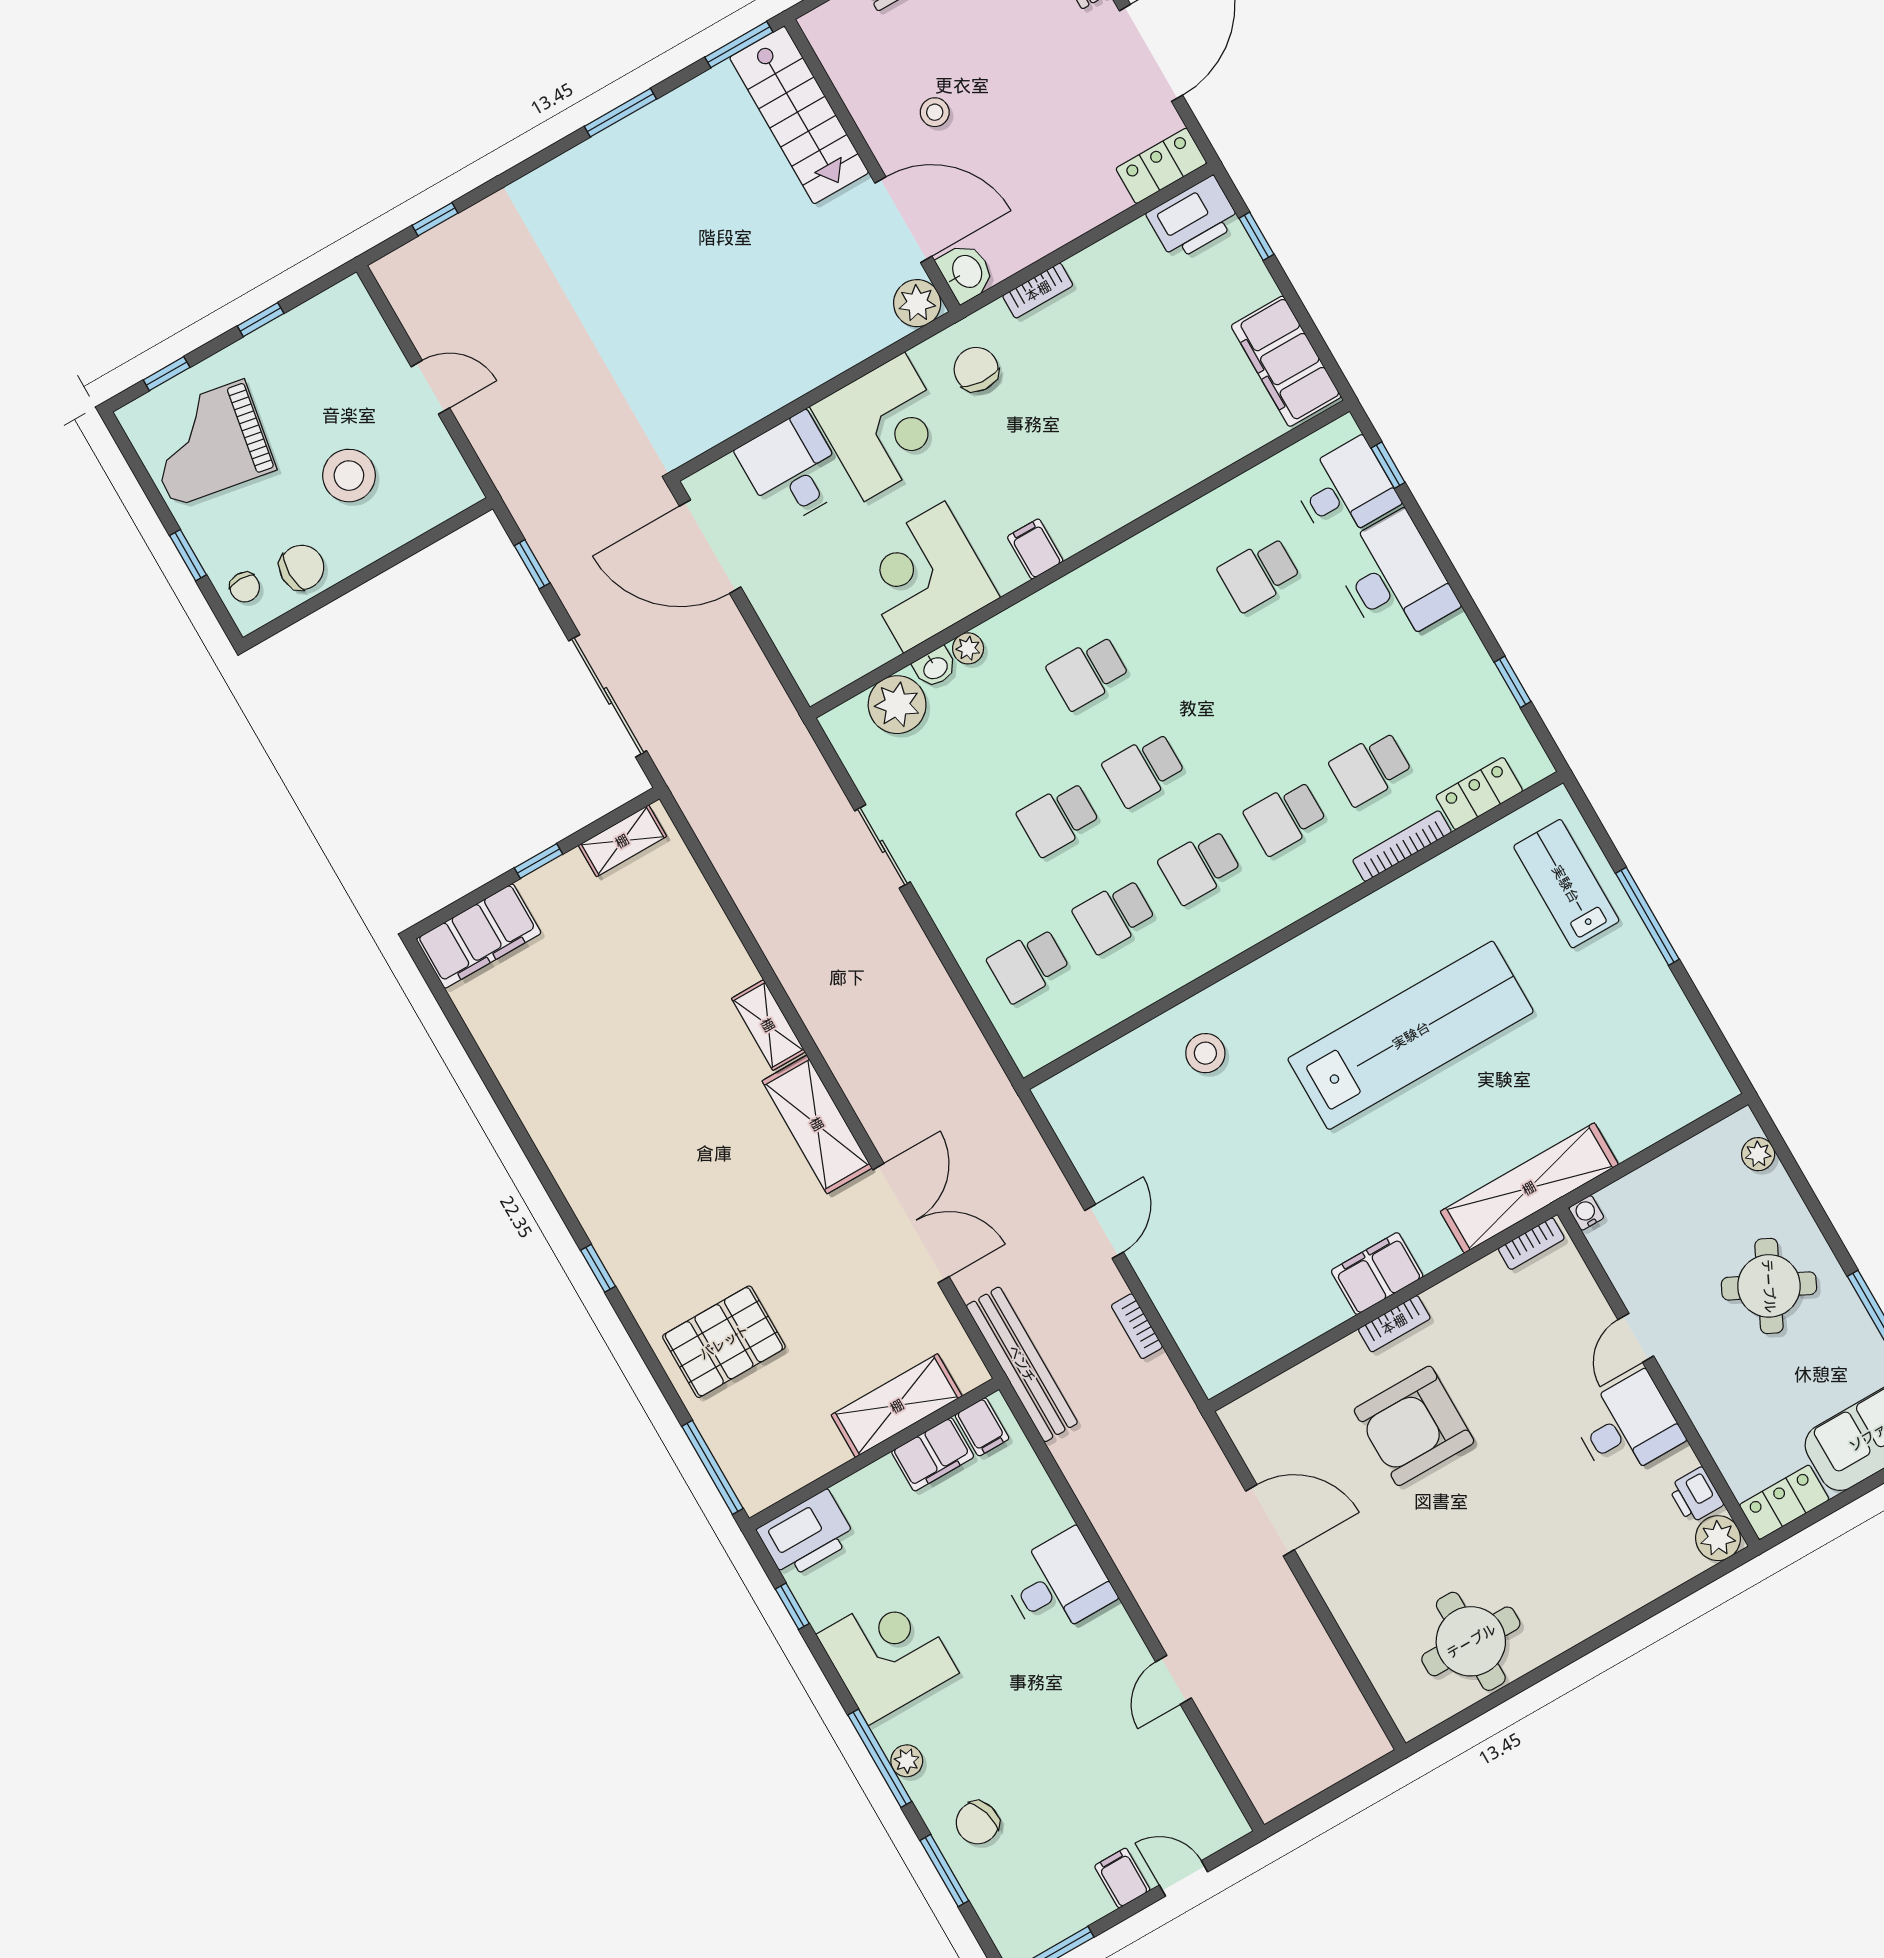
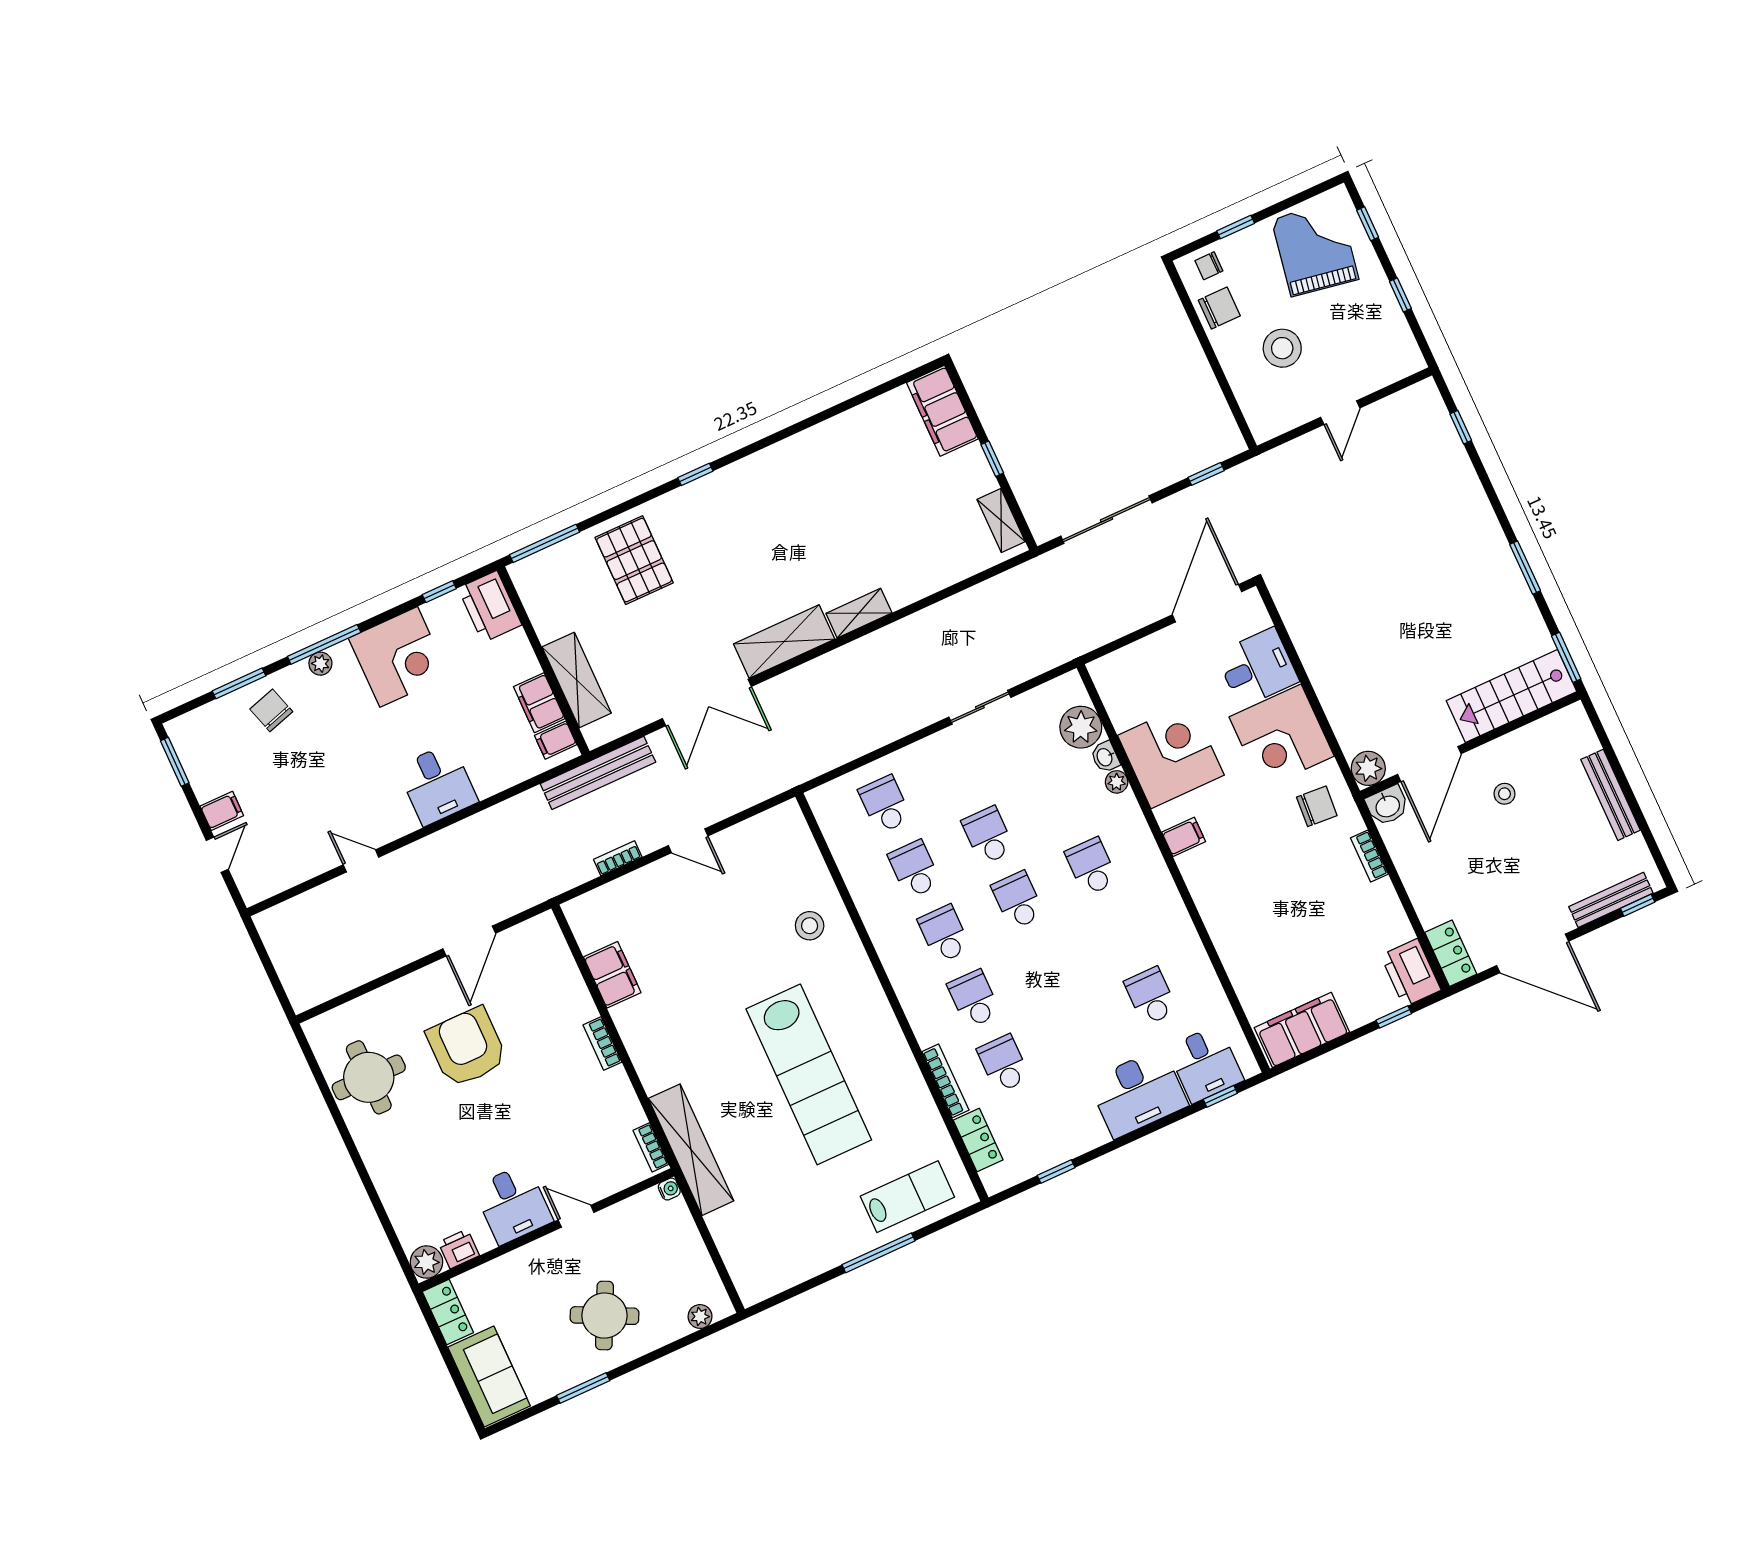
chair: (302, 567) -> (1219, 308), turned -90
filing cabinet: (1377, 1274) -> (612, 975), moved
armchair: (1414, 1426) -> (467, 1047), moved

